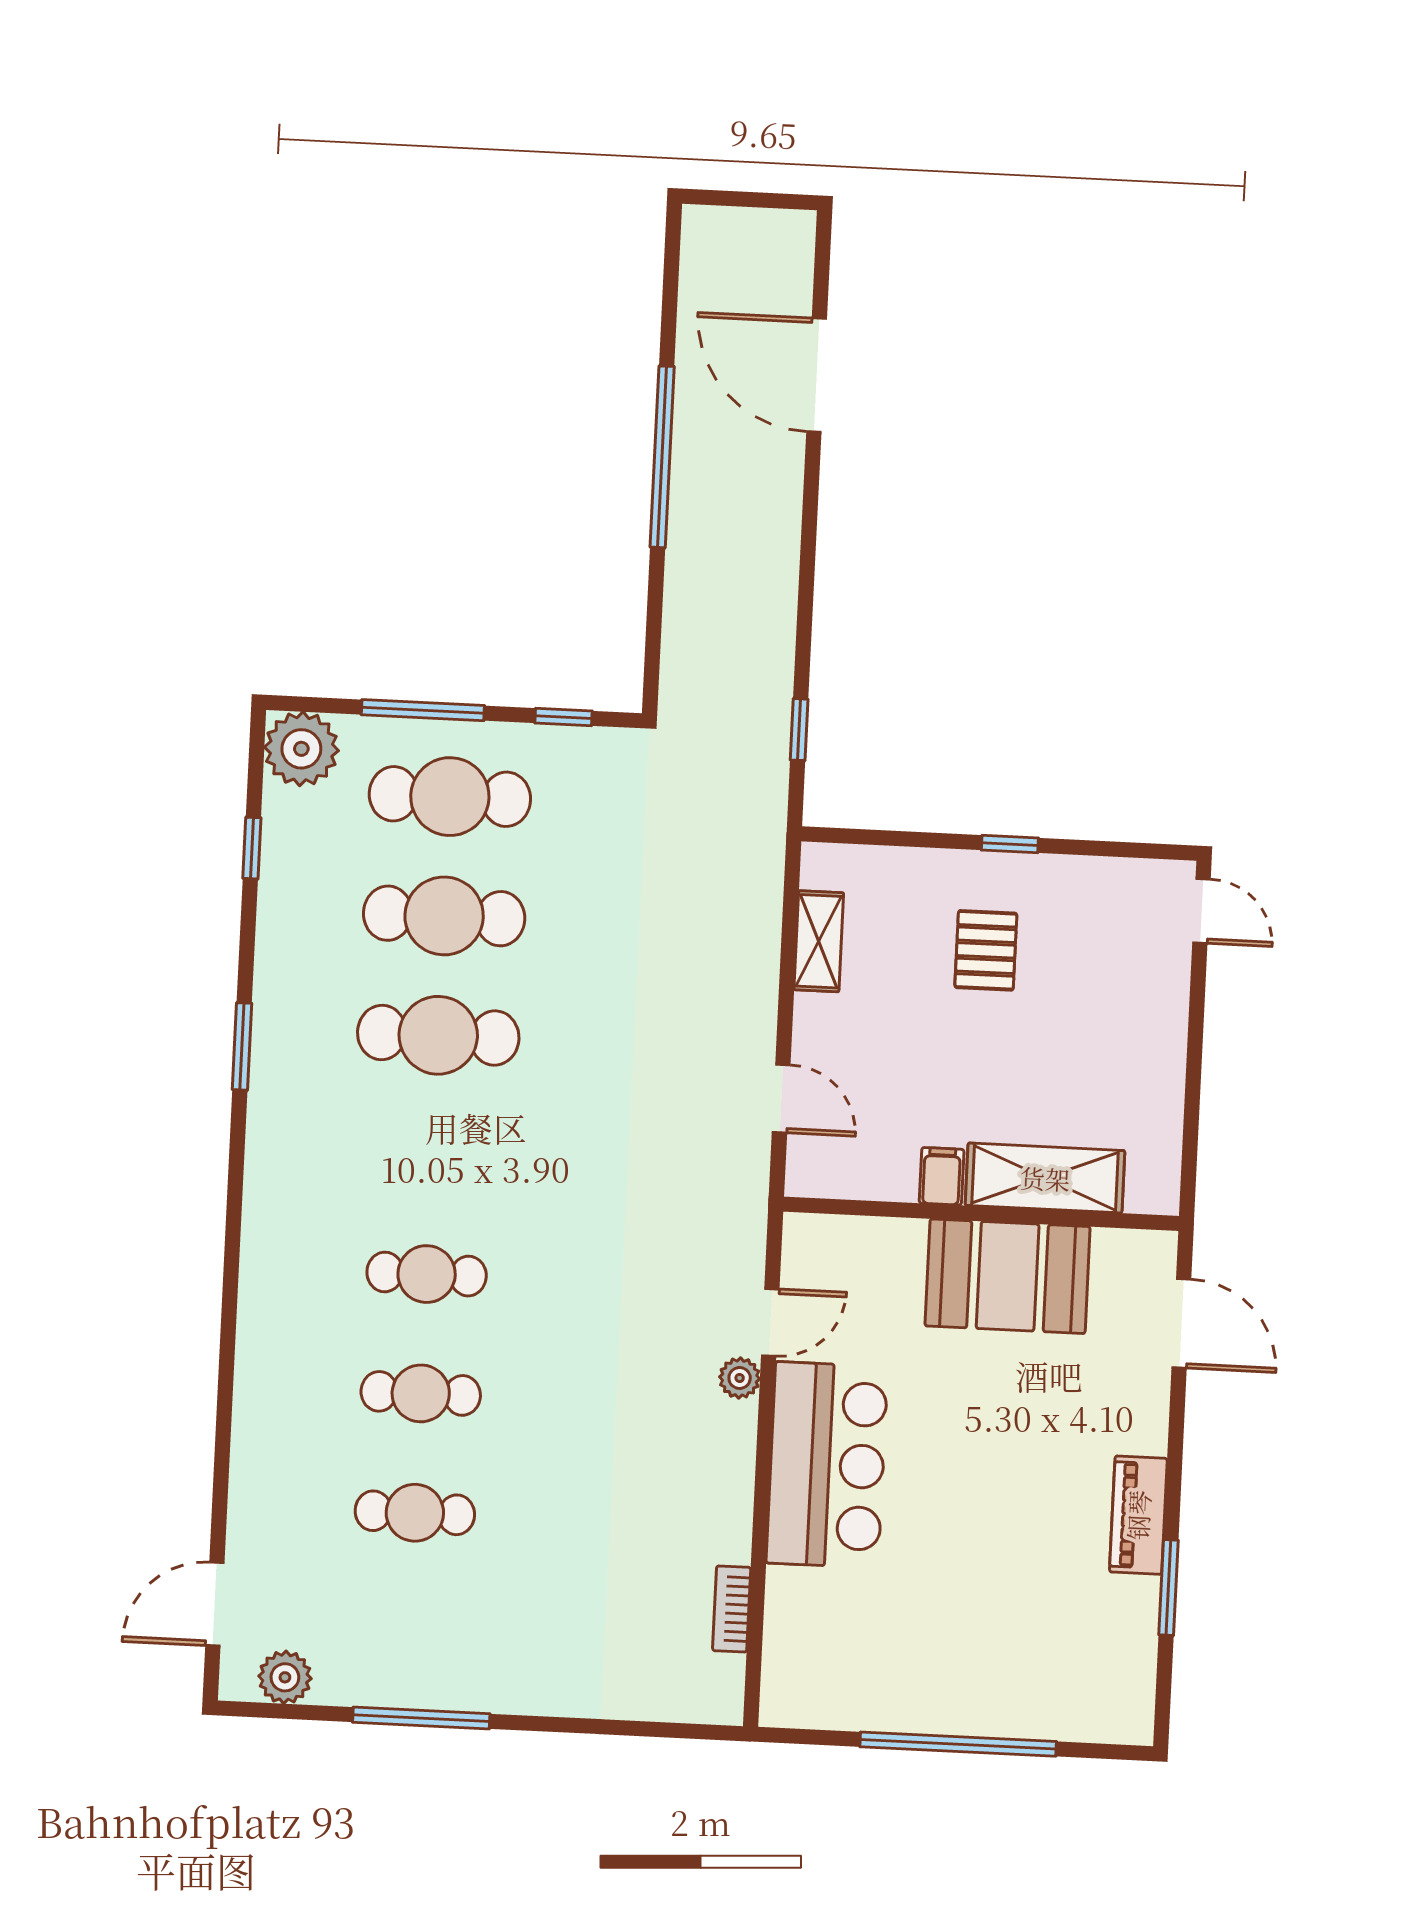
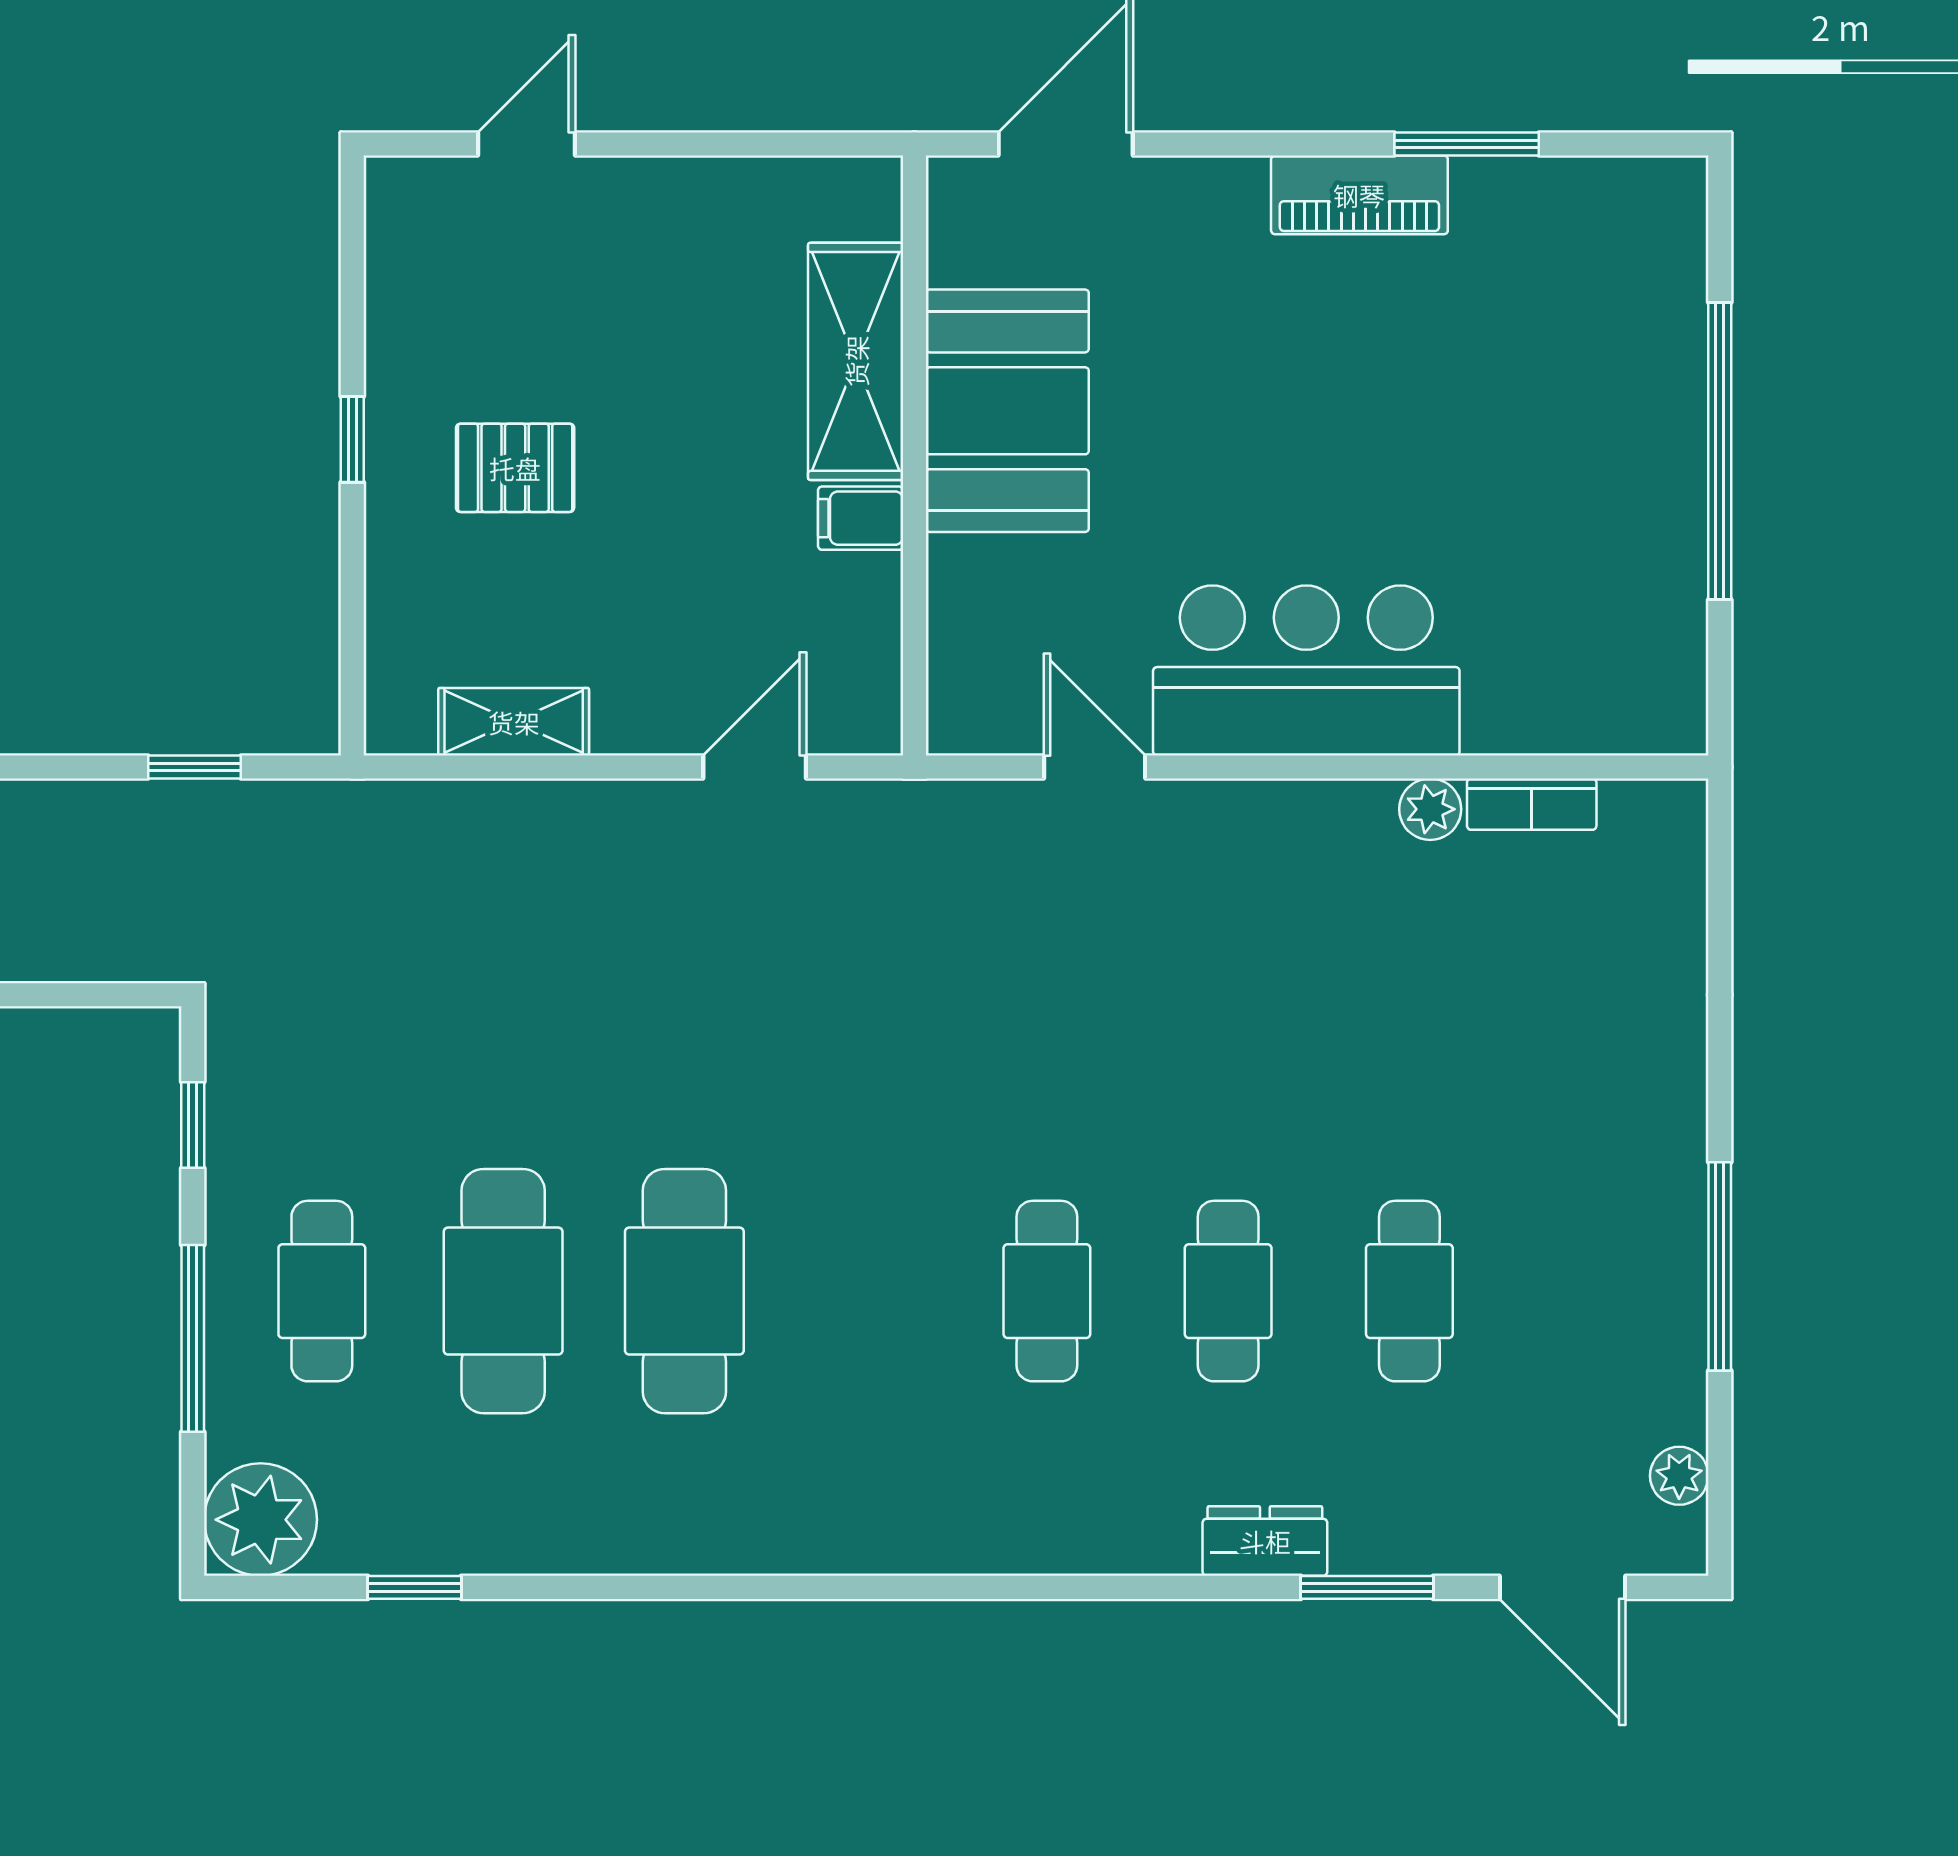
cafe table: (450, 797) -> (322, 1291), width x0.73, depth x0.74
door: (1202, 911) -> (527, 144), moved
window: (242, 1046) -> (1367, 1587), moved
plant: (740, 1378) -> (1430, 809), moved
dresser: (255, 1410) -> (1265, 1541), added
plant: (285, 1677) -> (1679, 1476), width x0.73, depth x0.73

